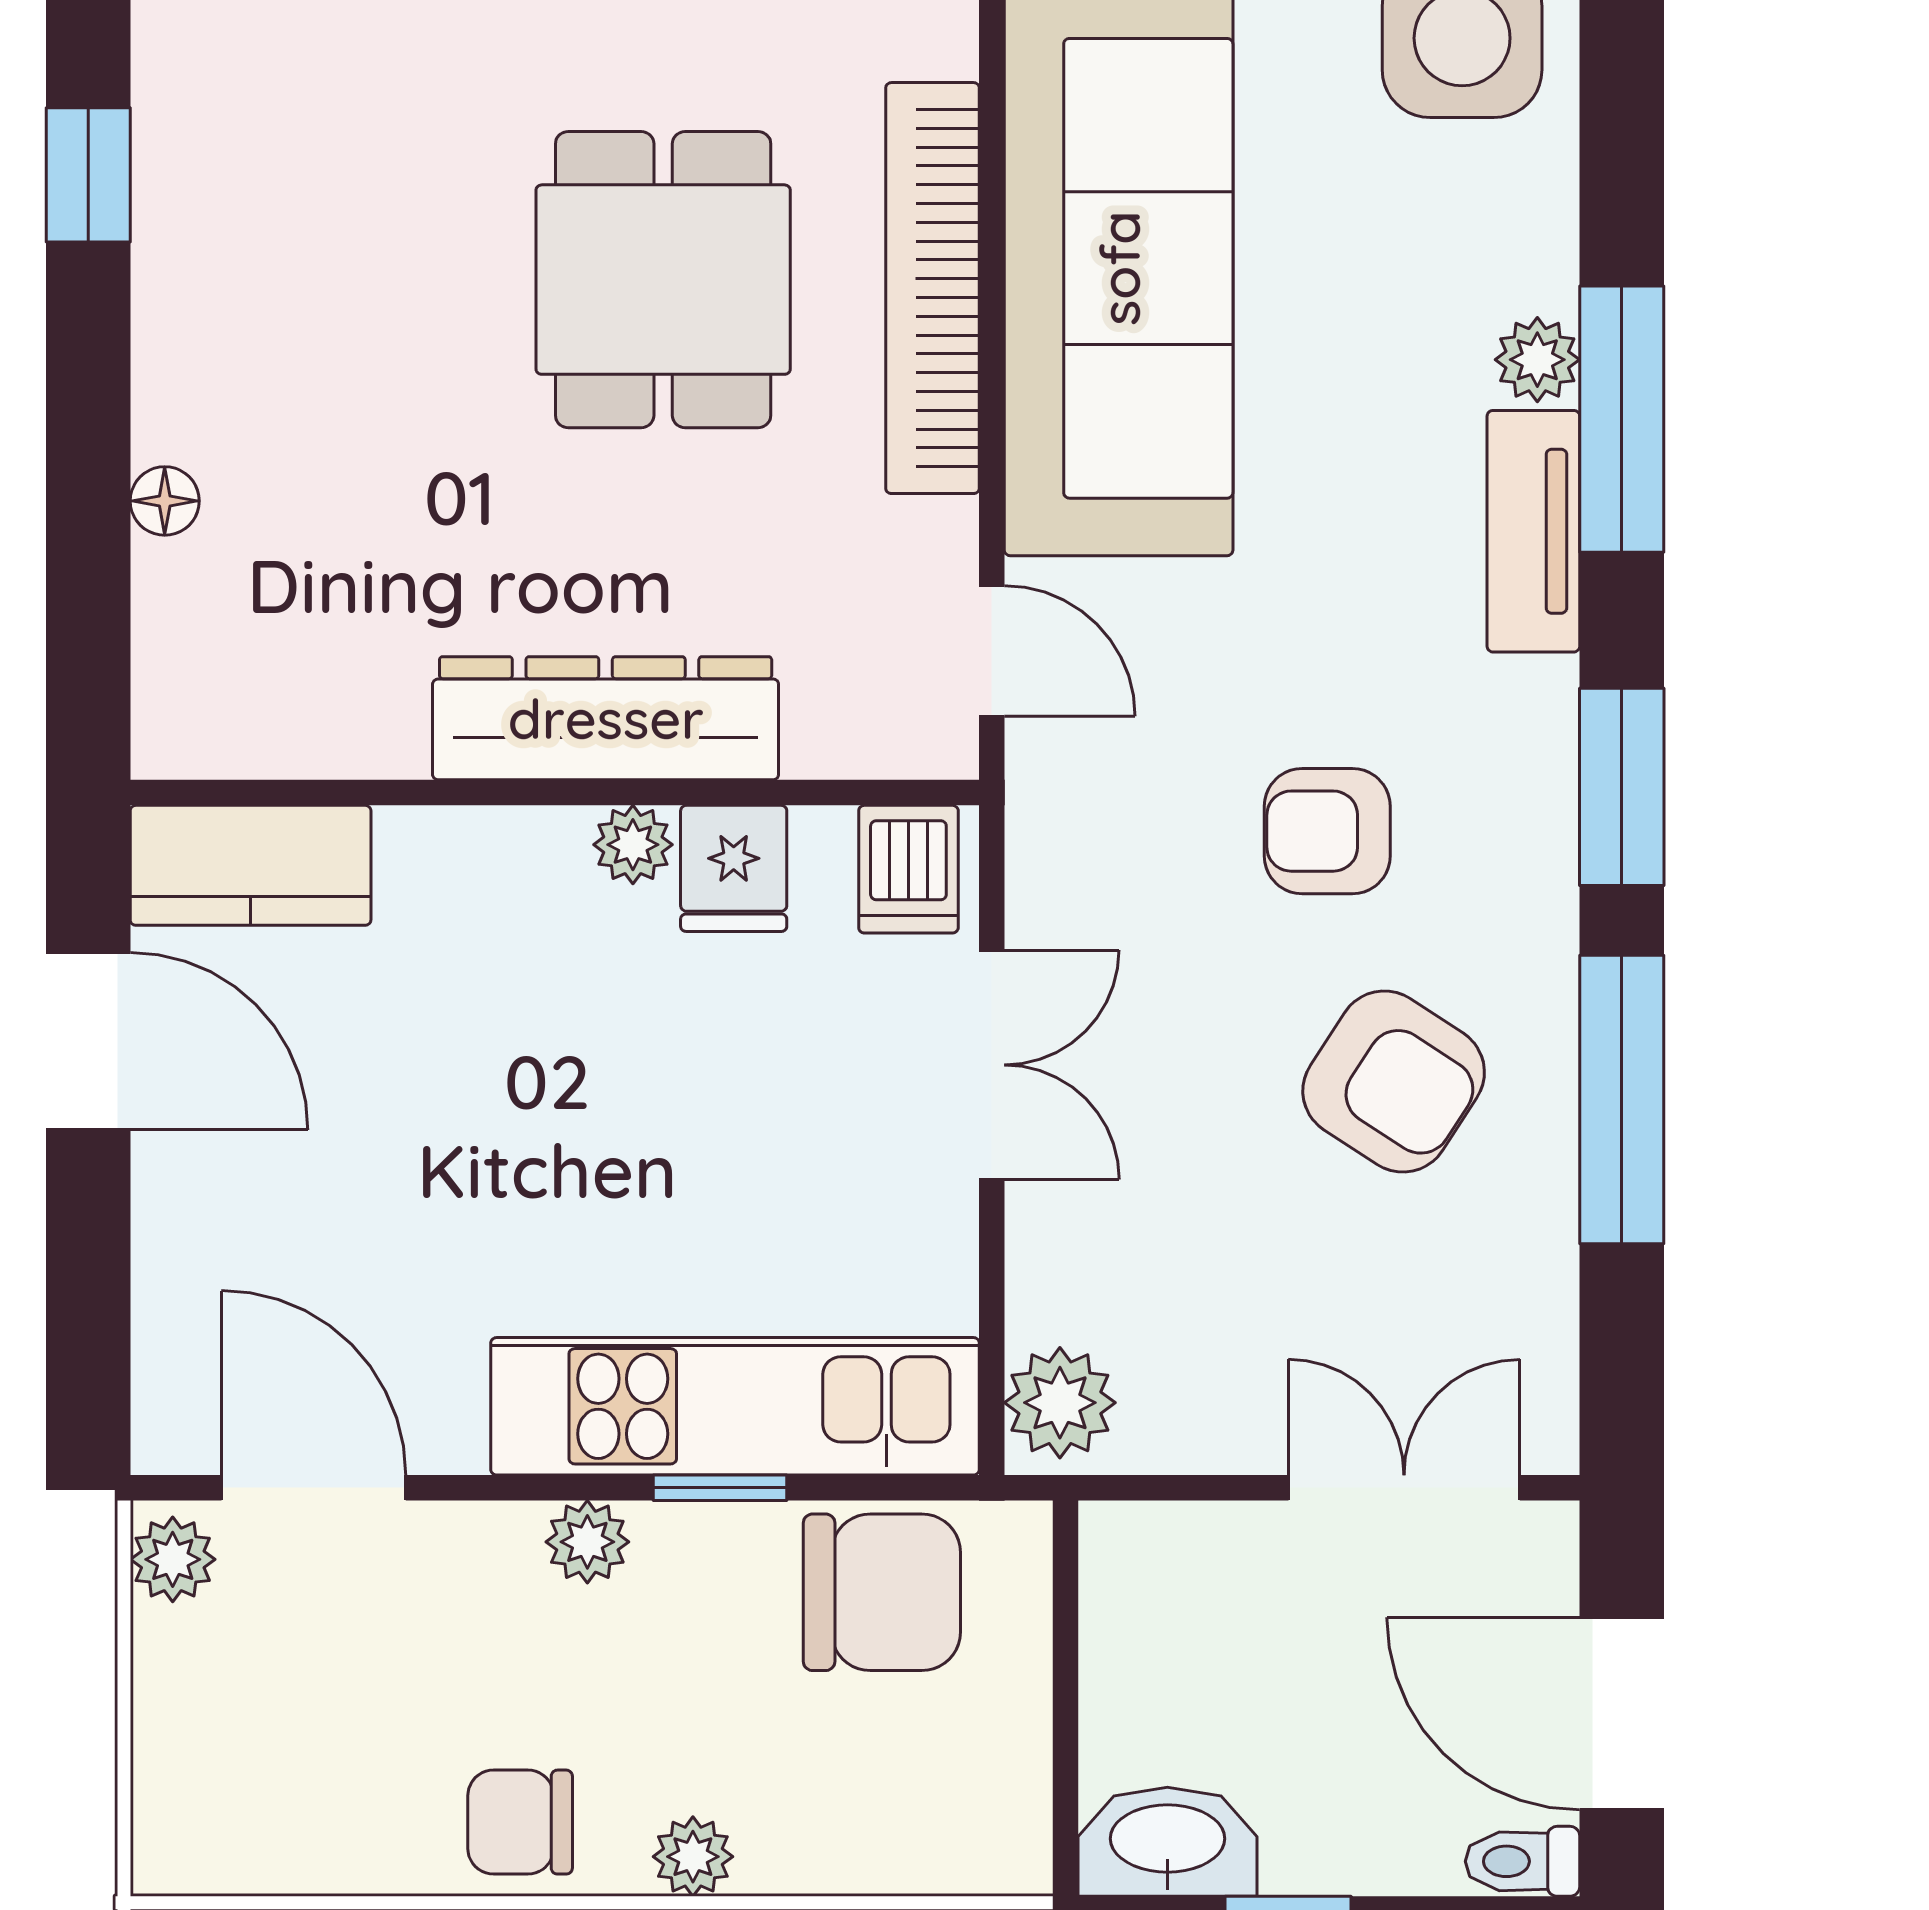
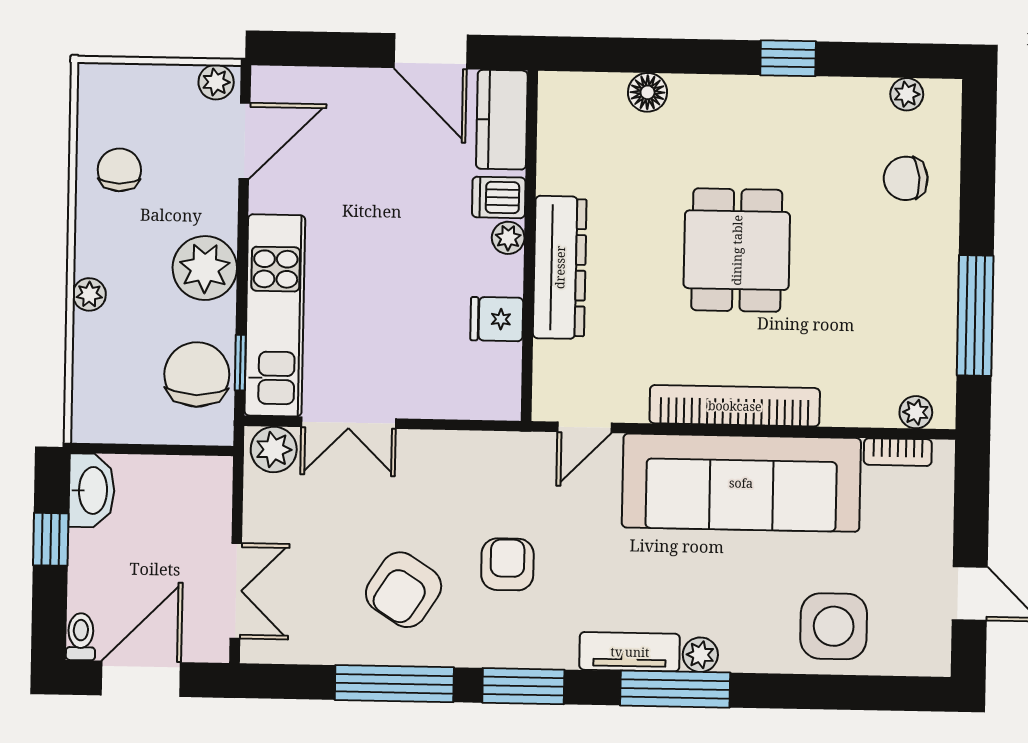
dining table: (663, 280) -> (737, 250), moved, turned 90
floor lamp: (165, 501) -> (648, 92), width x1.37, depth x1.37
plant: (633, 845) -> (508, 238), moved
dishwasher: (908, 869) -> (499, 197), moved
door: (88, 1041) -> (431, 51), hinge flipped
double door: (992, 1065) -> (349, 423), moved
window: (720, 1488) -> (240, 363), moved
plant: (587, 1542) -> (205, 268), width x1.88, depth x1.88
chair: (882, 1592) -> (197, 374), turned 180
chair: (520, 1822) -> (119, 170), moved

